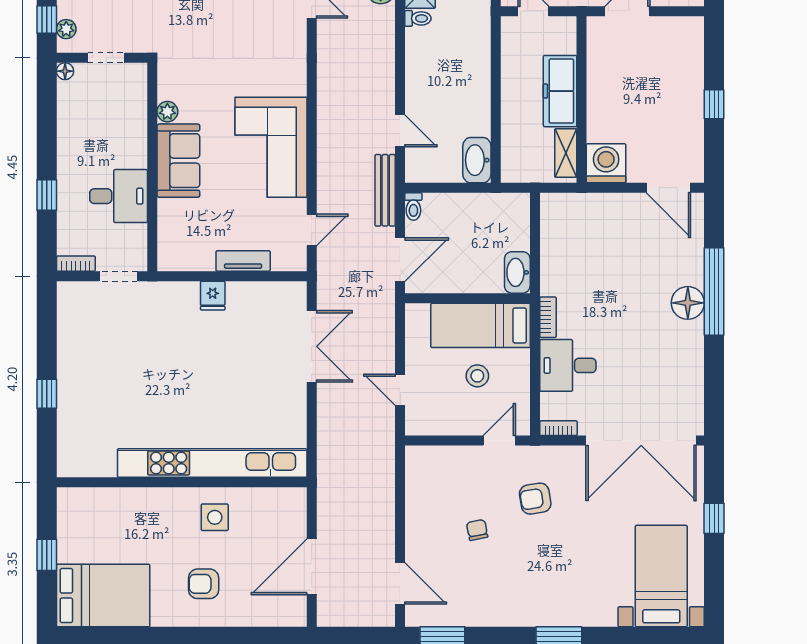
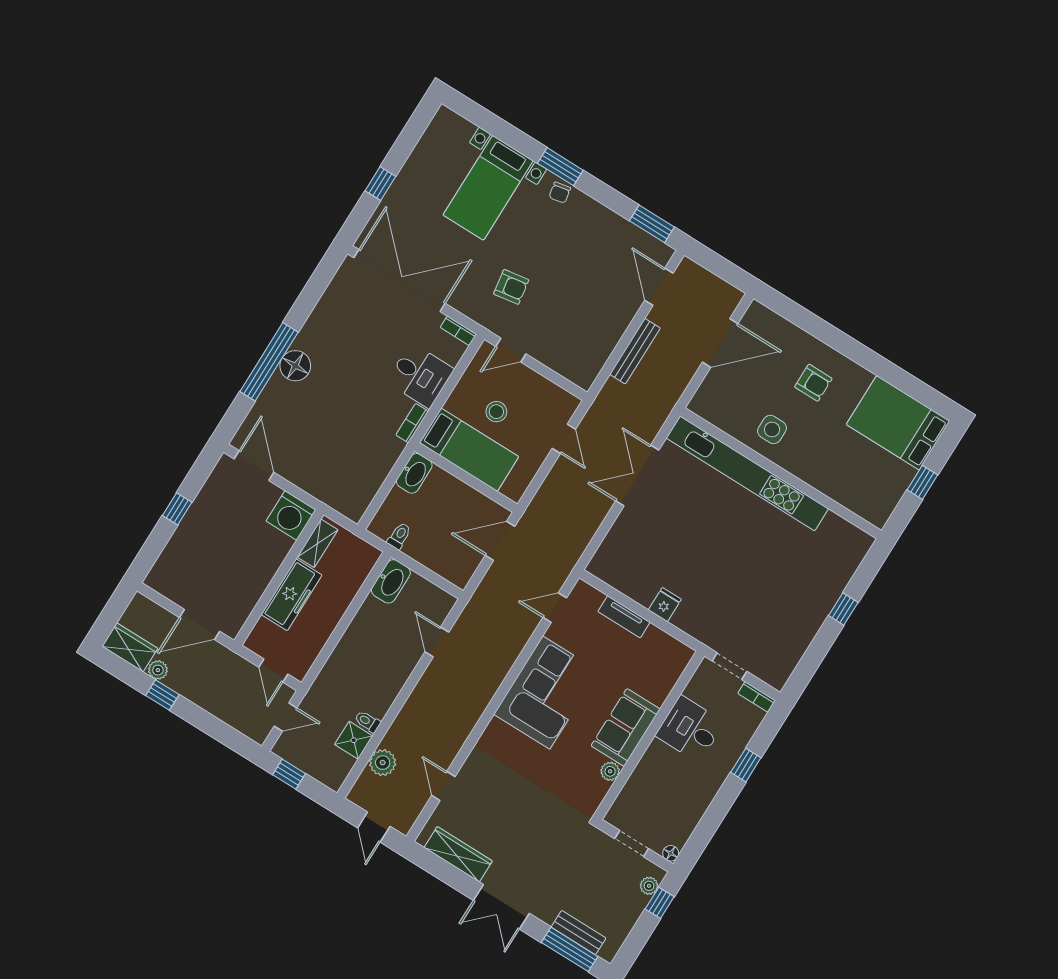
bench: (385, 190) -> (635, 351), moved
toilet: (413, 207) -> (399, 536), moved
double door: (312, 346) -> (637, 476), moved
chair: (477, 530) -> (560, 193), moved
bed with nightstands: (661, 576) -> (488, 188), moved

